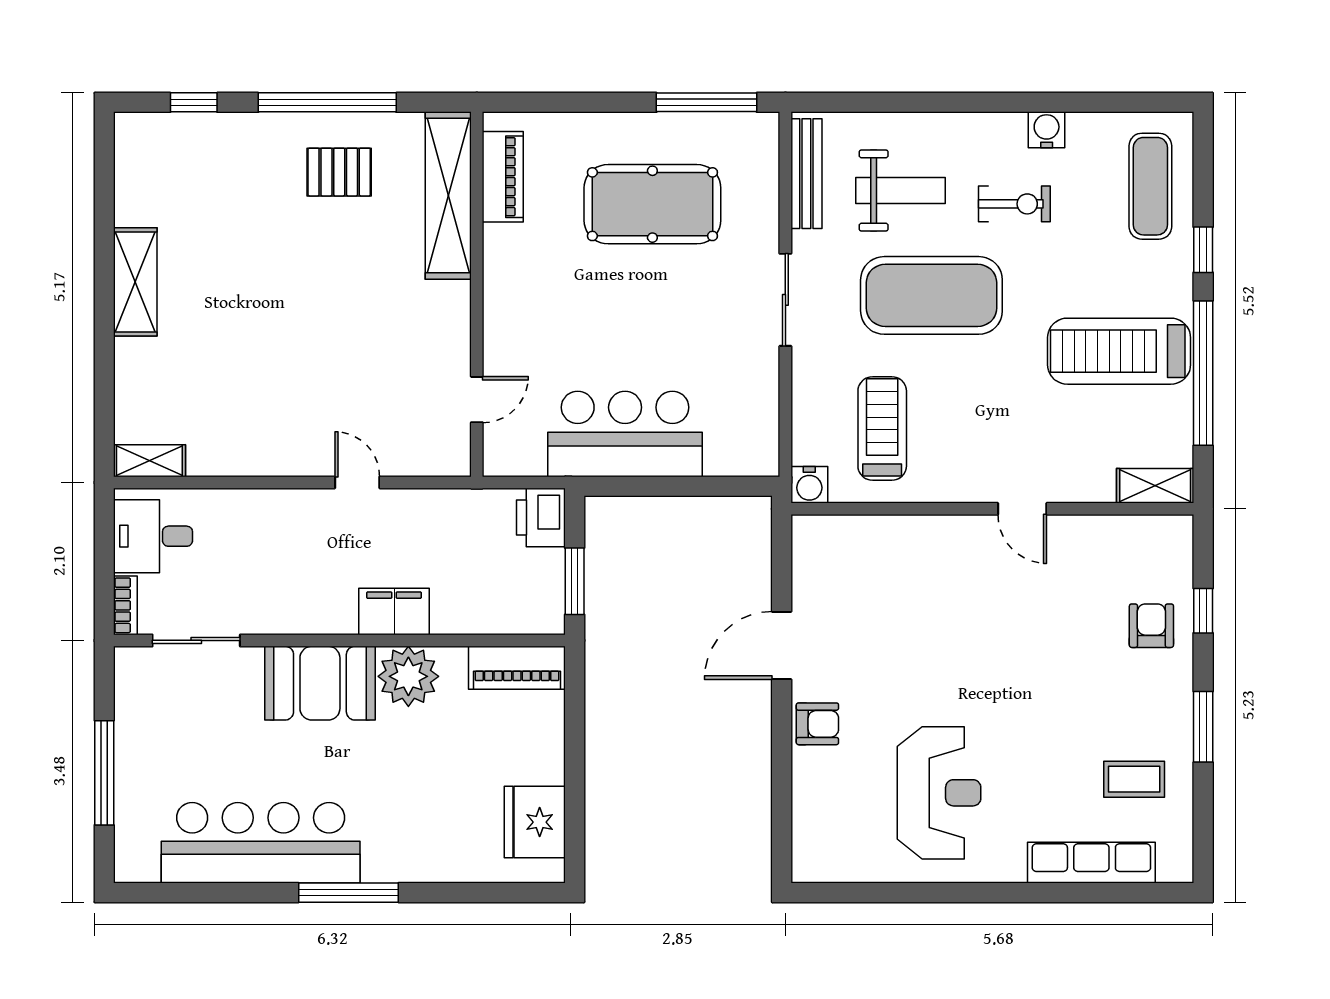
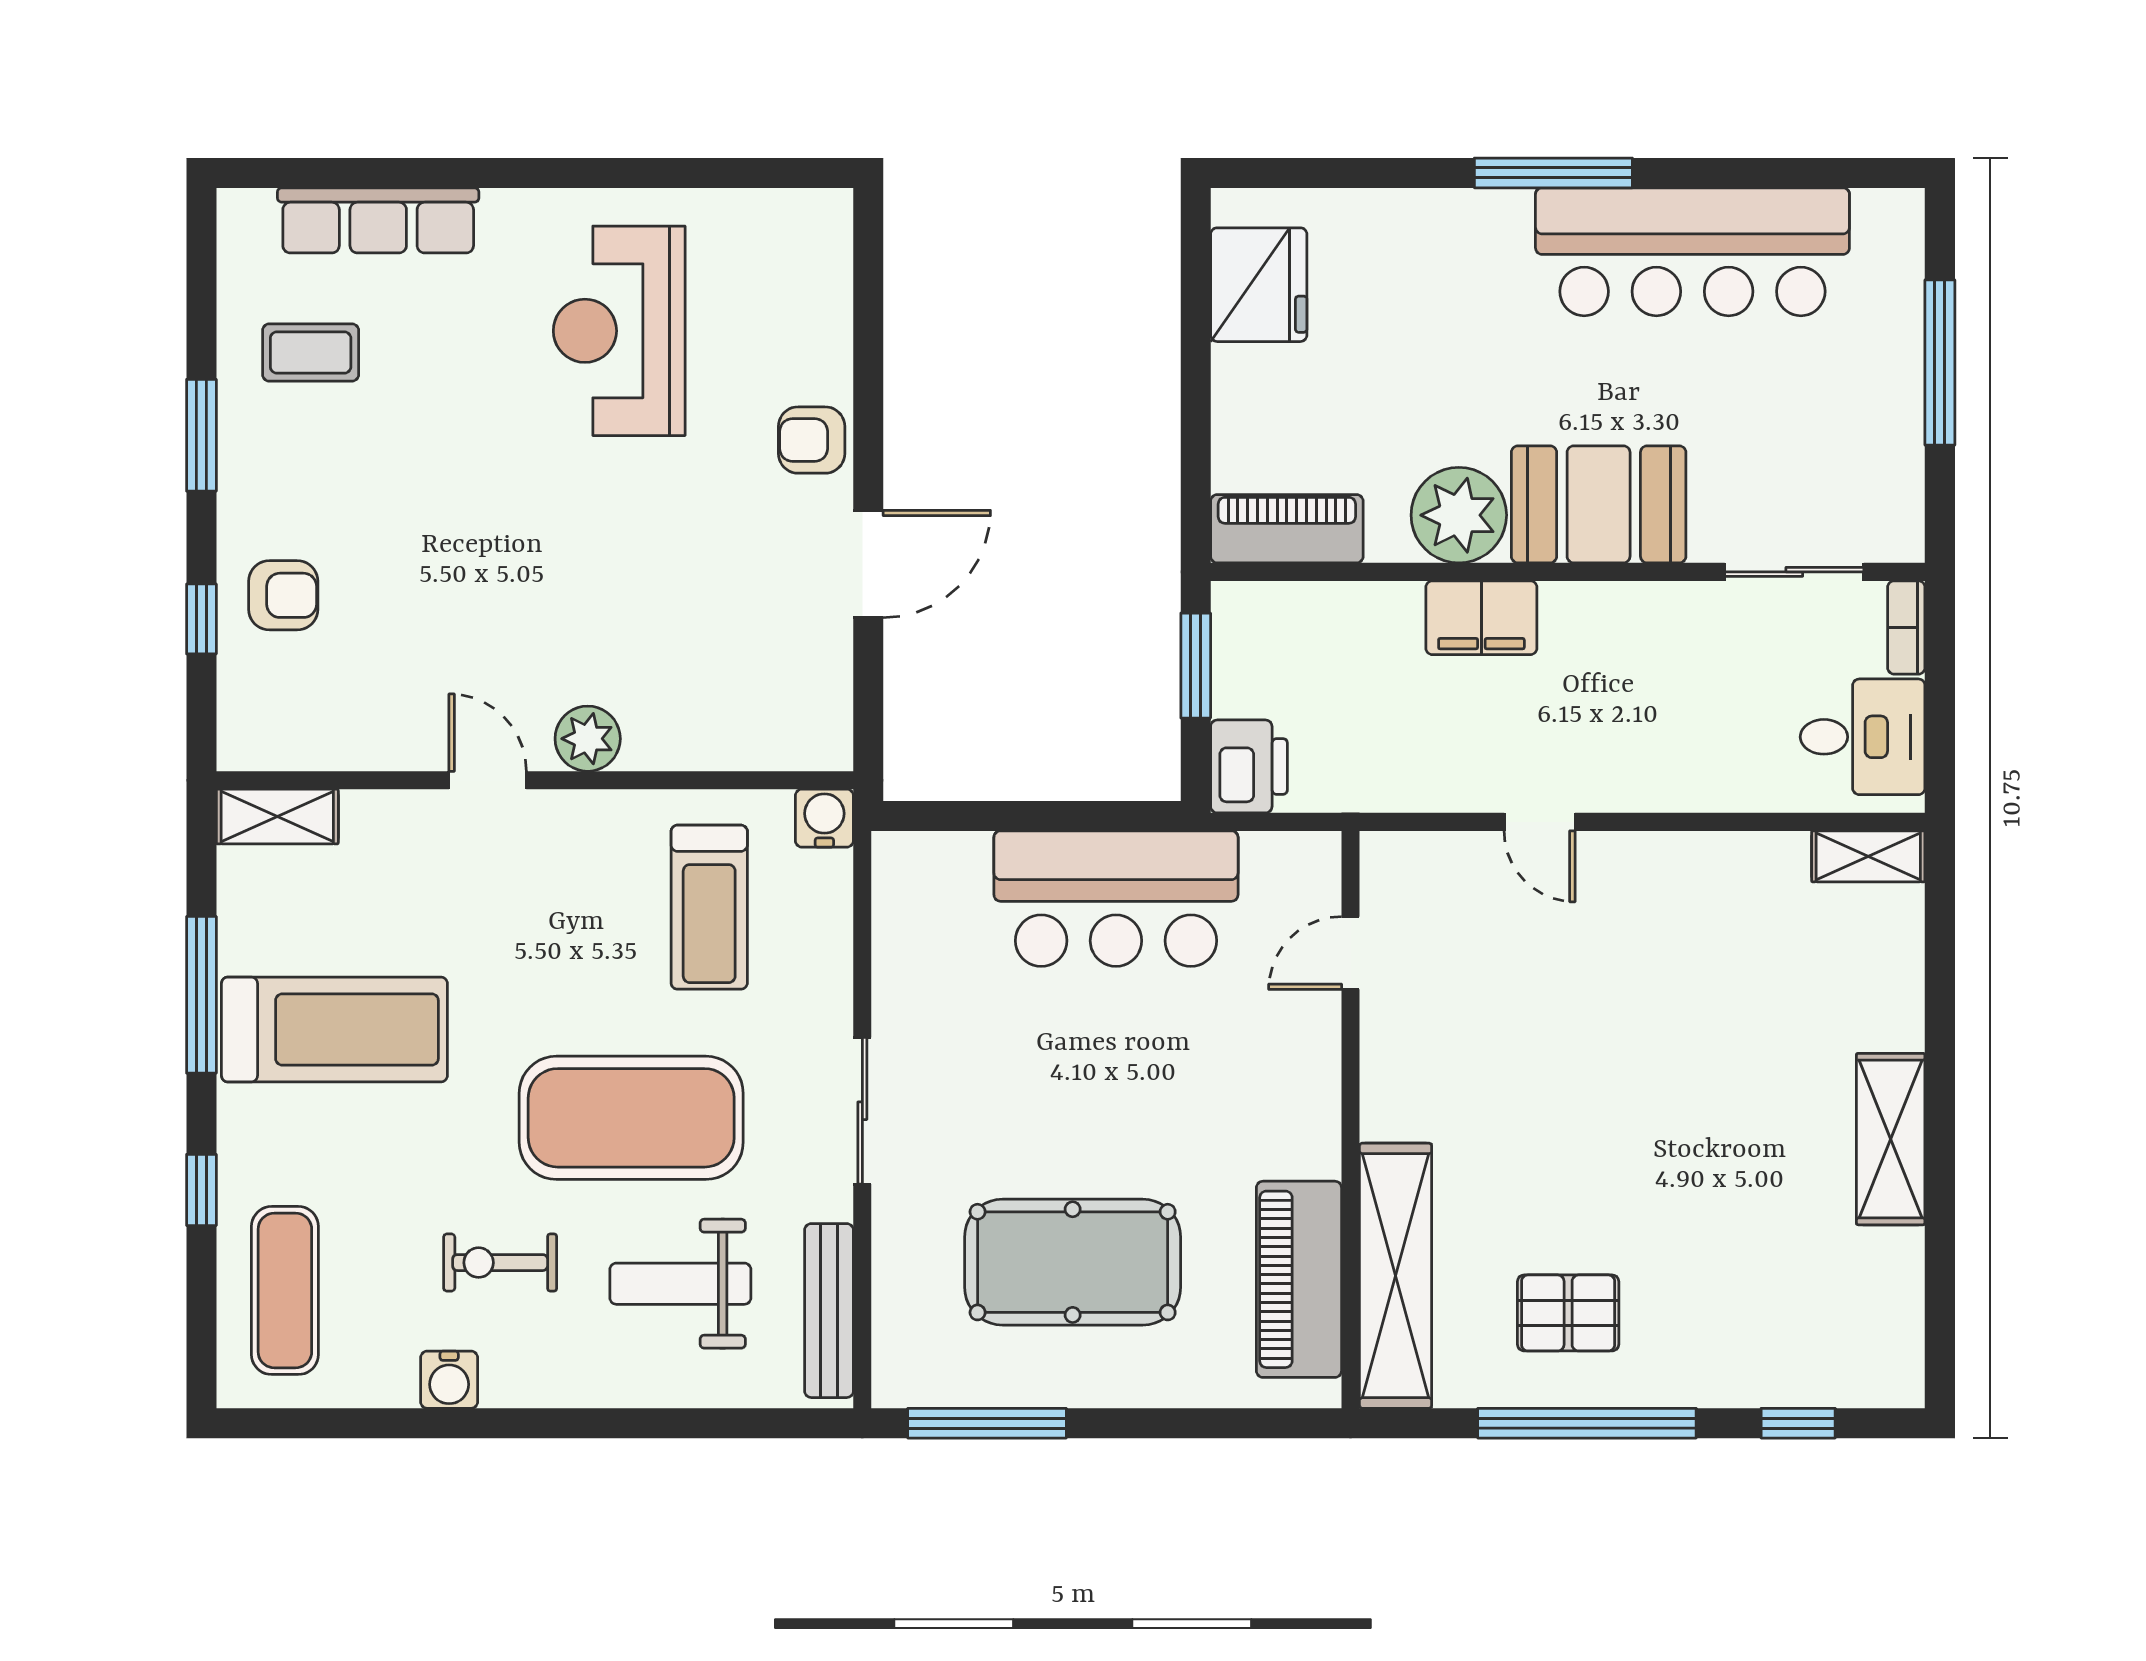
piano: (503, 177) -> (1299, 1279), width x1.37, depth x1.33
window: (1203, 373) -> (201, 995), width x0.68
plant: (959, 535) -> (588, 739), added
armchair: (1151, 626) -> (283, 595), turned -90

